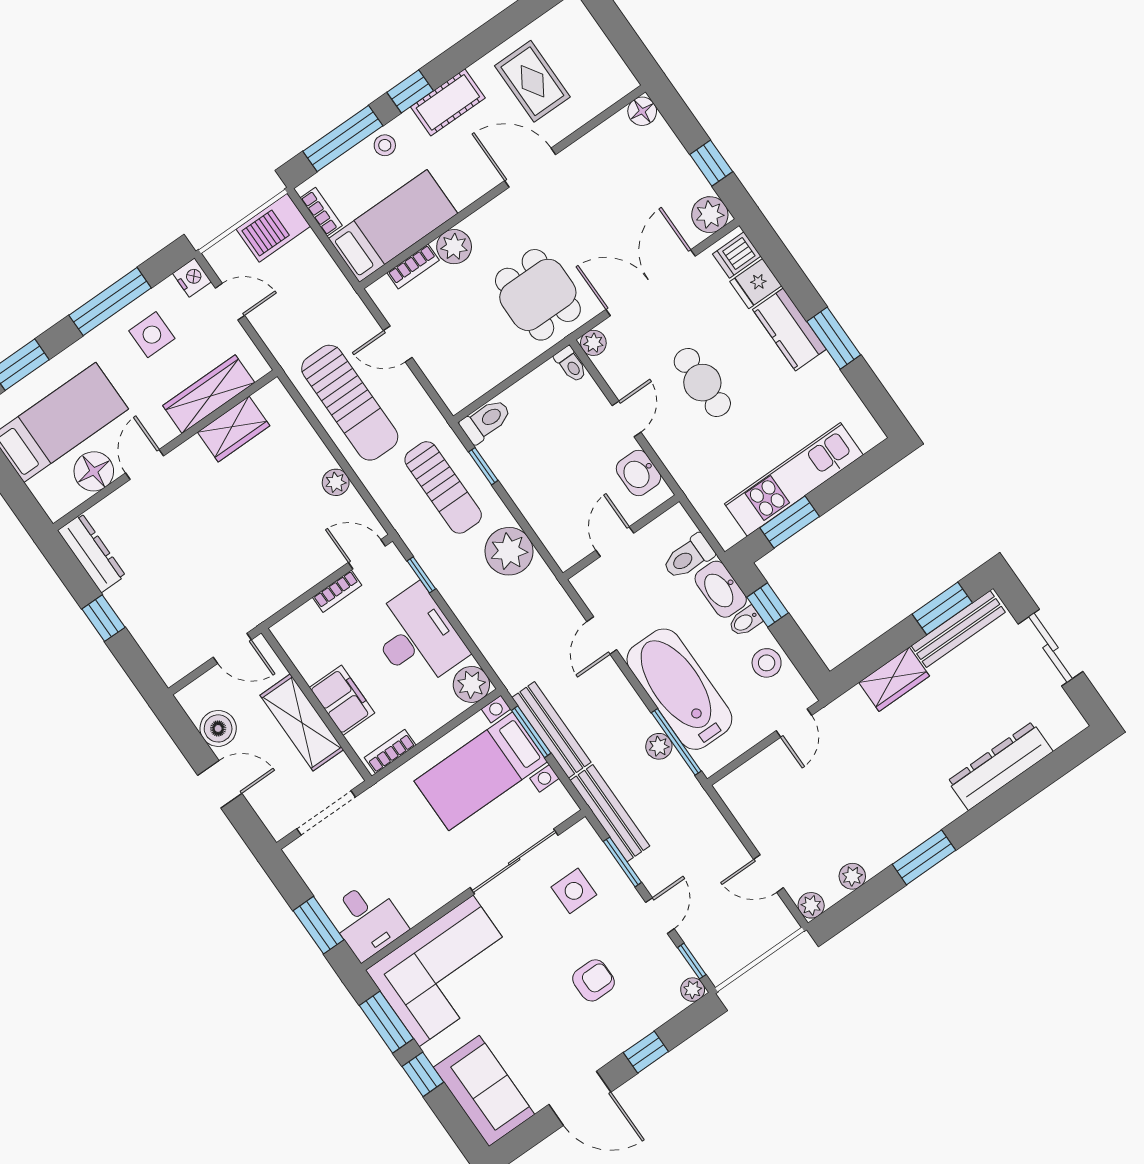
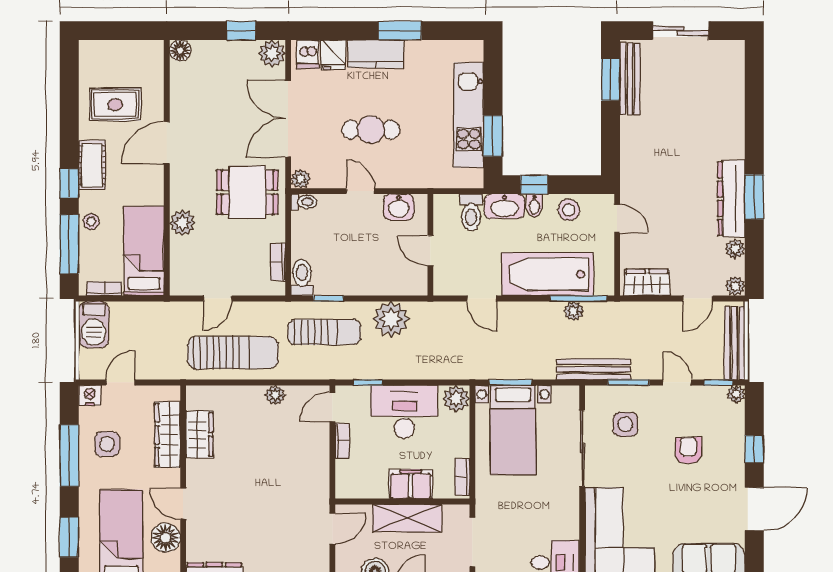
bookcase: (413, 266) -> (278, 262), moved, turned 180
wardrobe: (894, 679) -> (647, 282), moved, turned -90
bench: (551, 730) -> (735, 343), moved, turned 90
dresser: (1000, 766) -> (731, 199), moved

